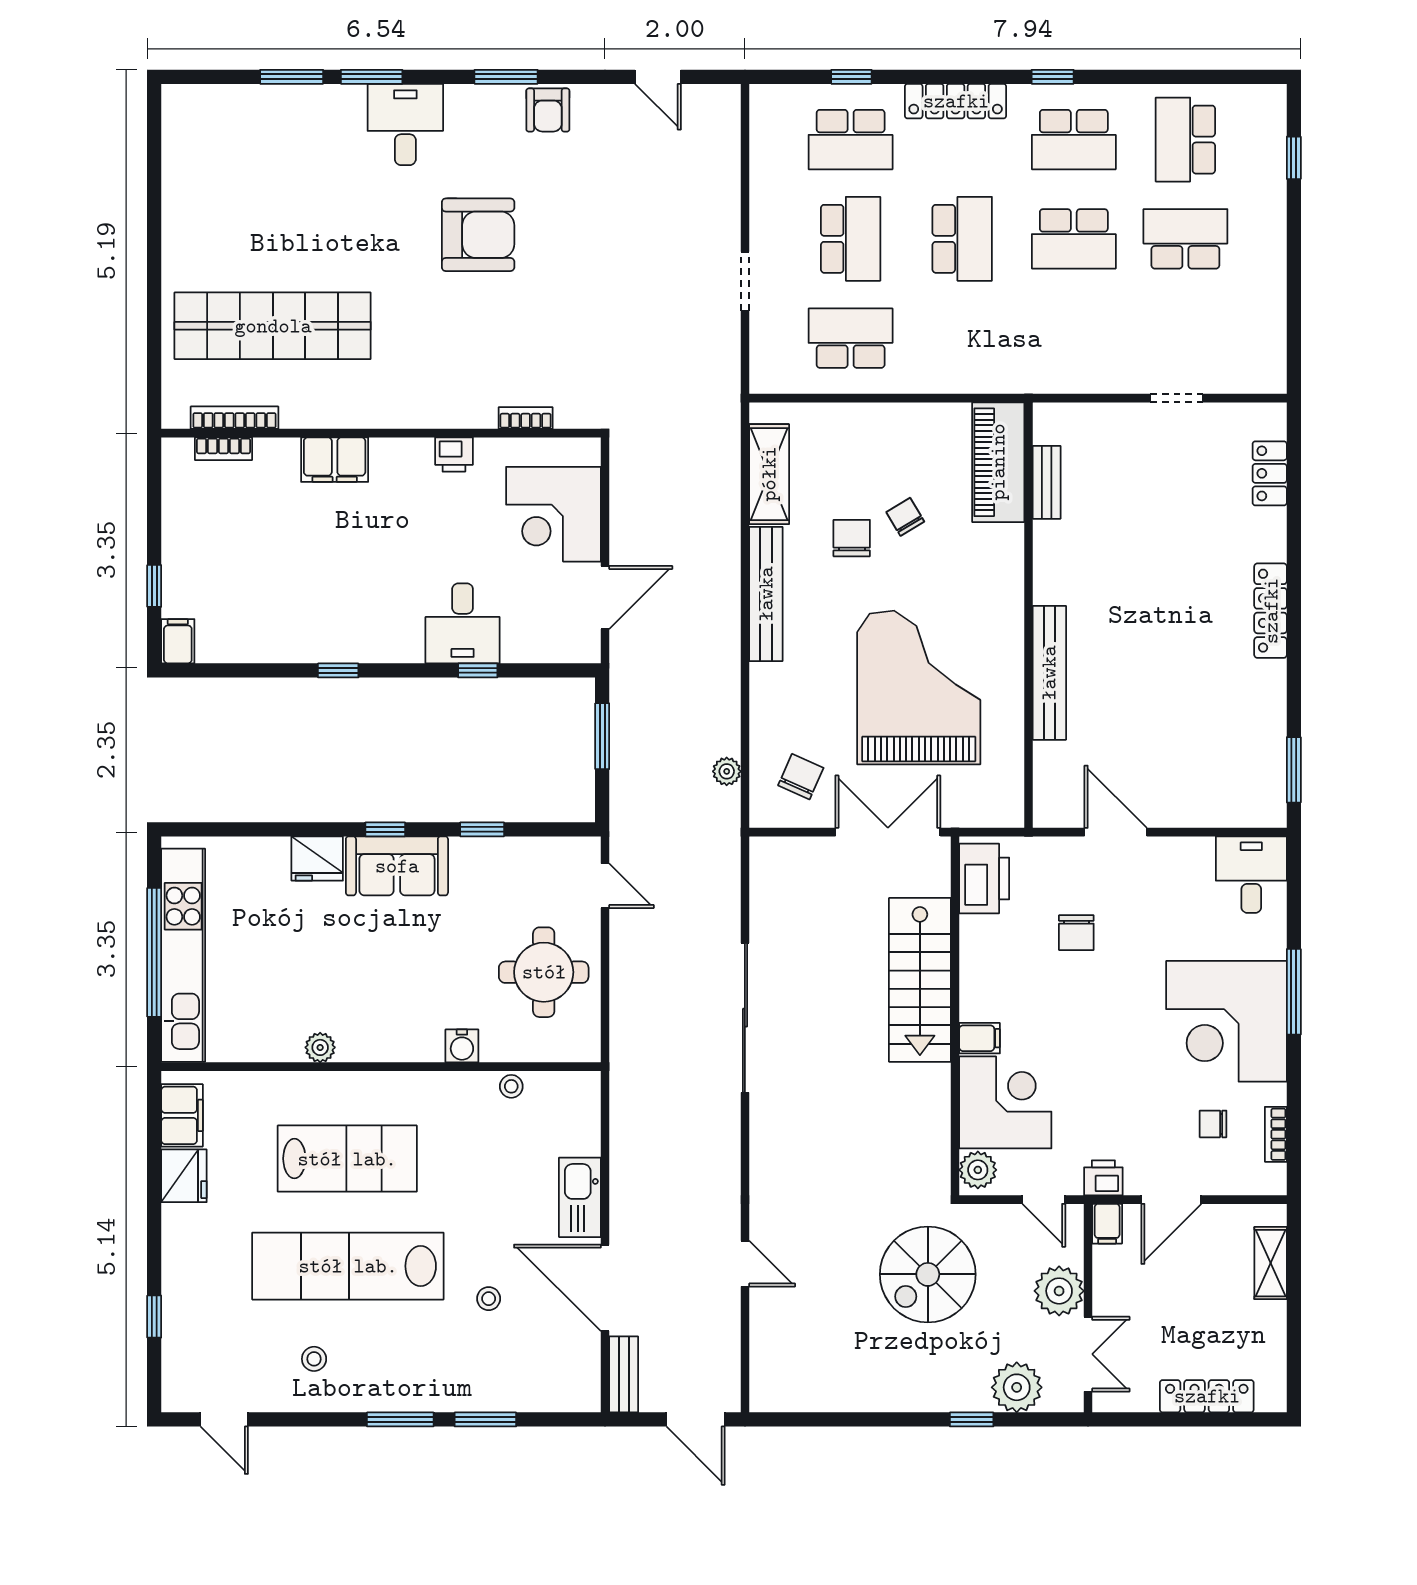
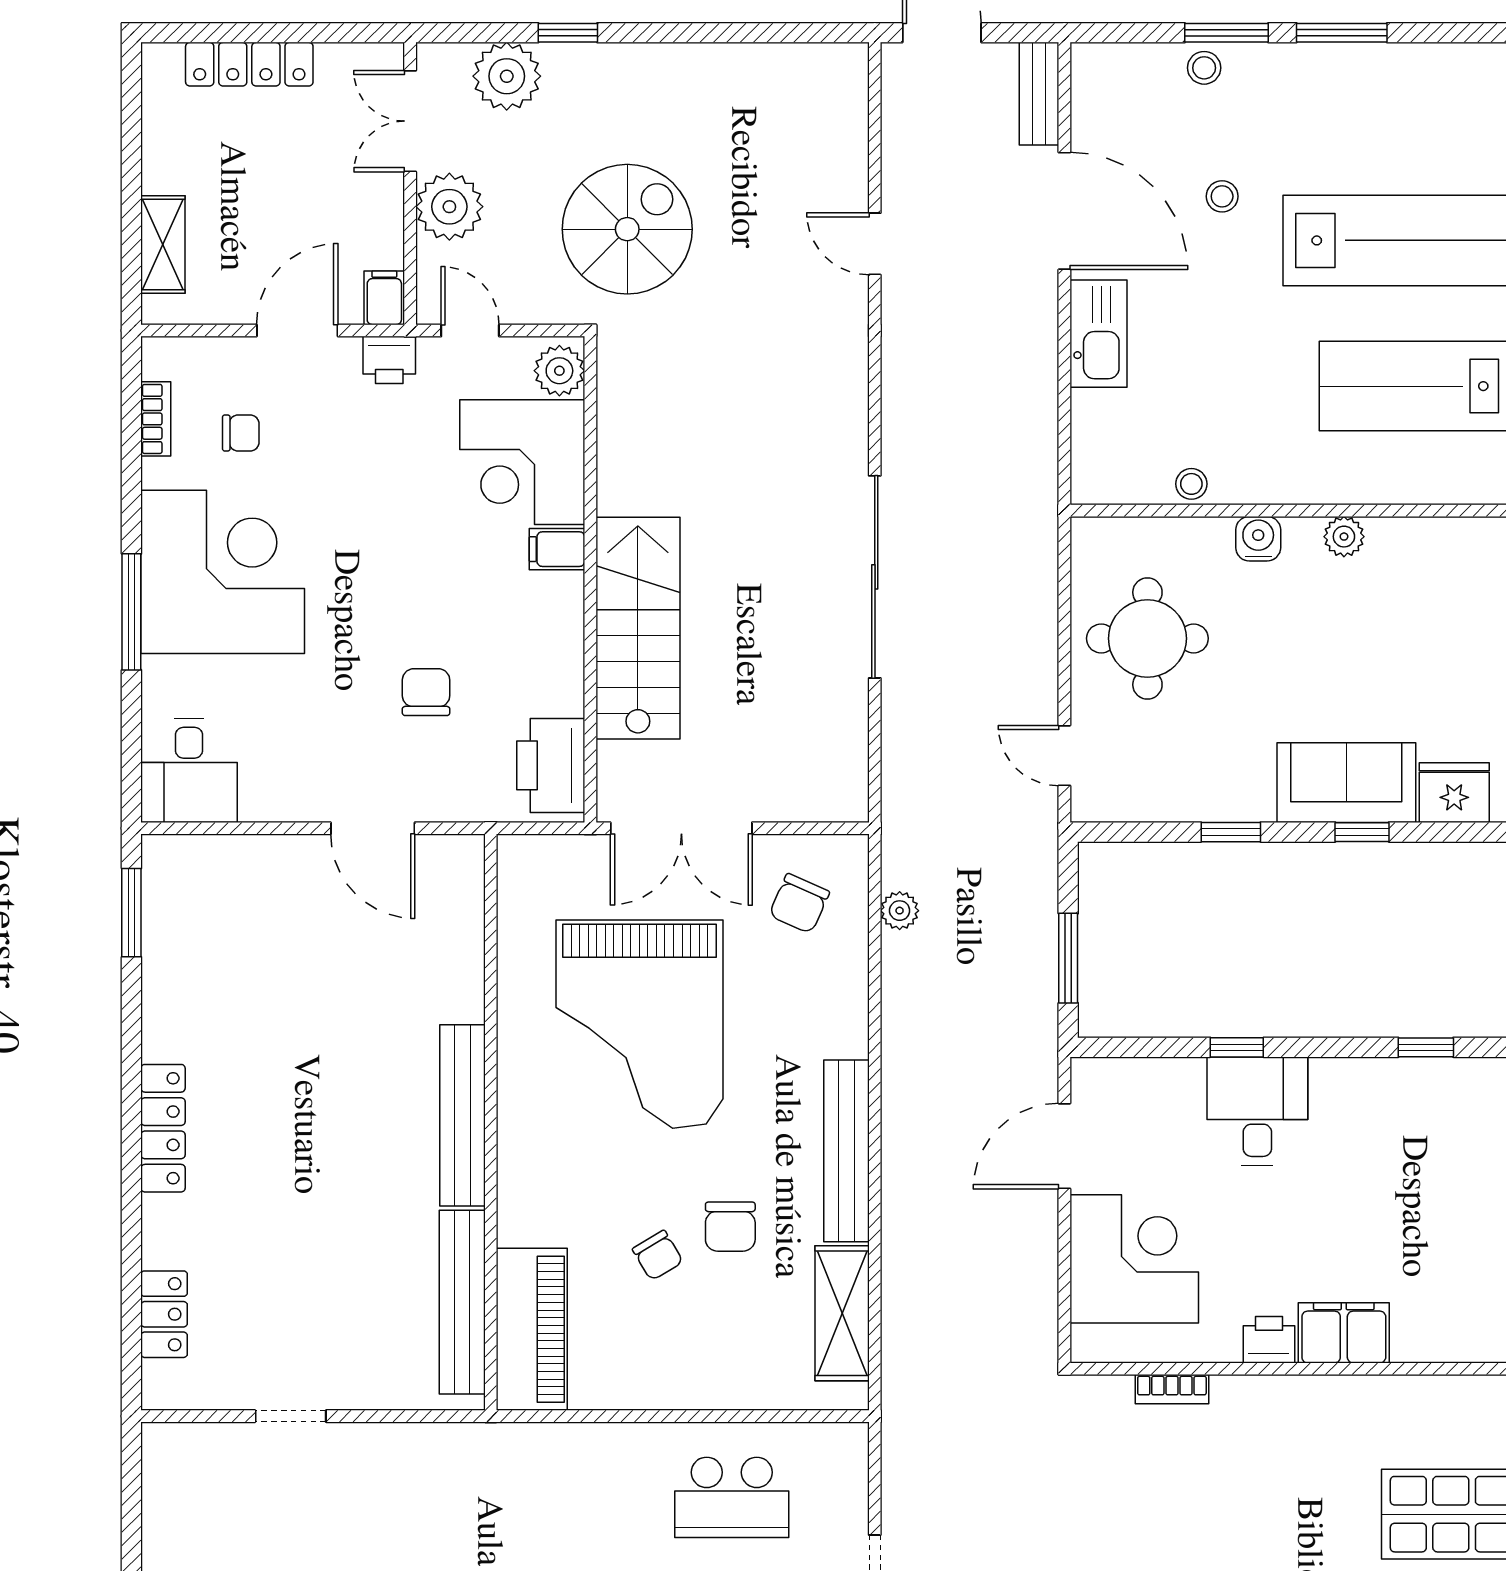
filing cabinet: (335, 460) -> (1344, 1333), moved
bench: (1047, 482) -> (462, 1302), width x1.86, depth x1.21
bench: (1049, 673) -> (463, 1115), moved
plant: (320, 1047) -> (1344, 537), moved
stool: (314, 1359) -> (1204, 68), moved

